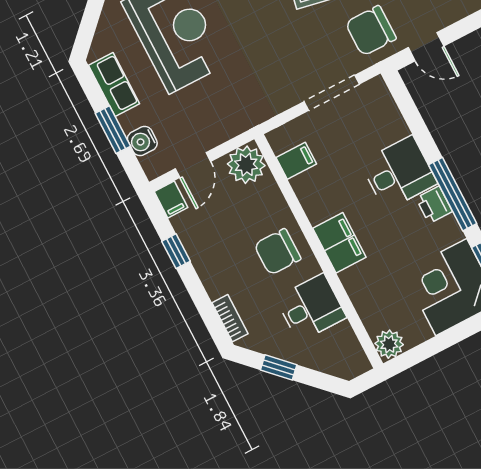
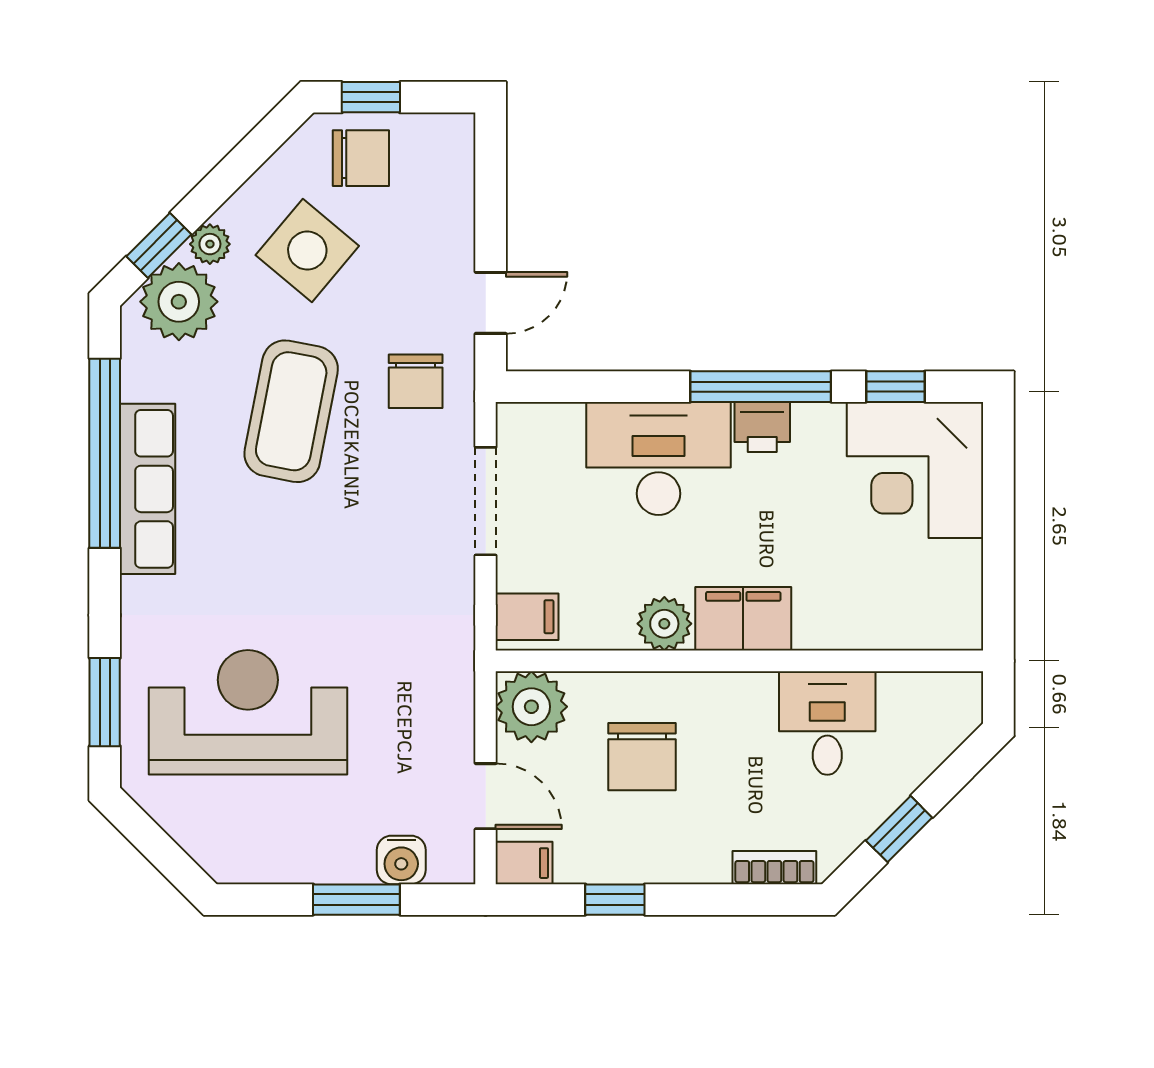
chair: (371, 31) -> (416, 381), width x0.73, depth x0.73
row of seats: (114, 85) -> (282, 858), removed
filing cabinet: (296, 161) -> (527, 617), moved, turned 90
desk: (399, 173) -> (658, 458), width x1.37
chair: (277, 252) -> (642, 757), moved
plant: (389, 344) -> (664, 624), moved

